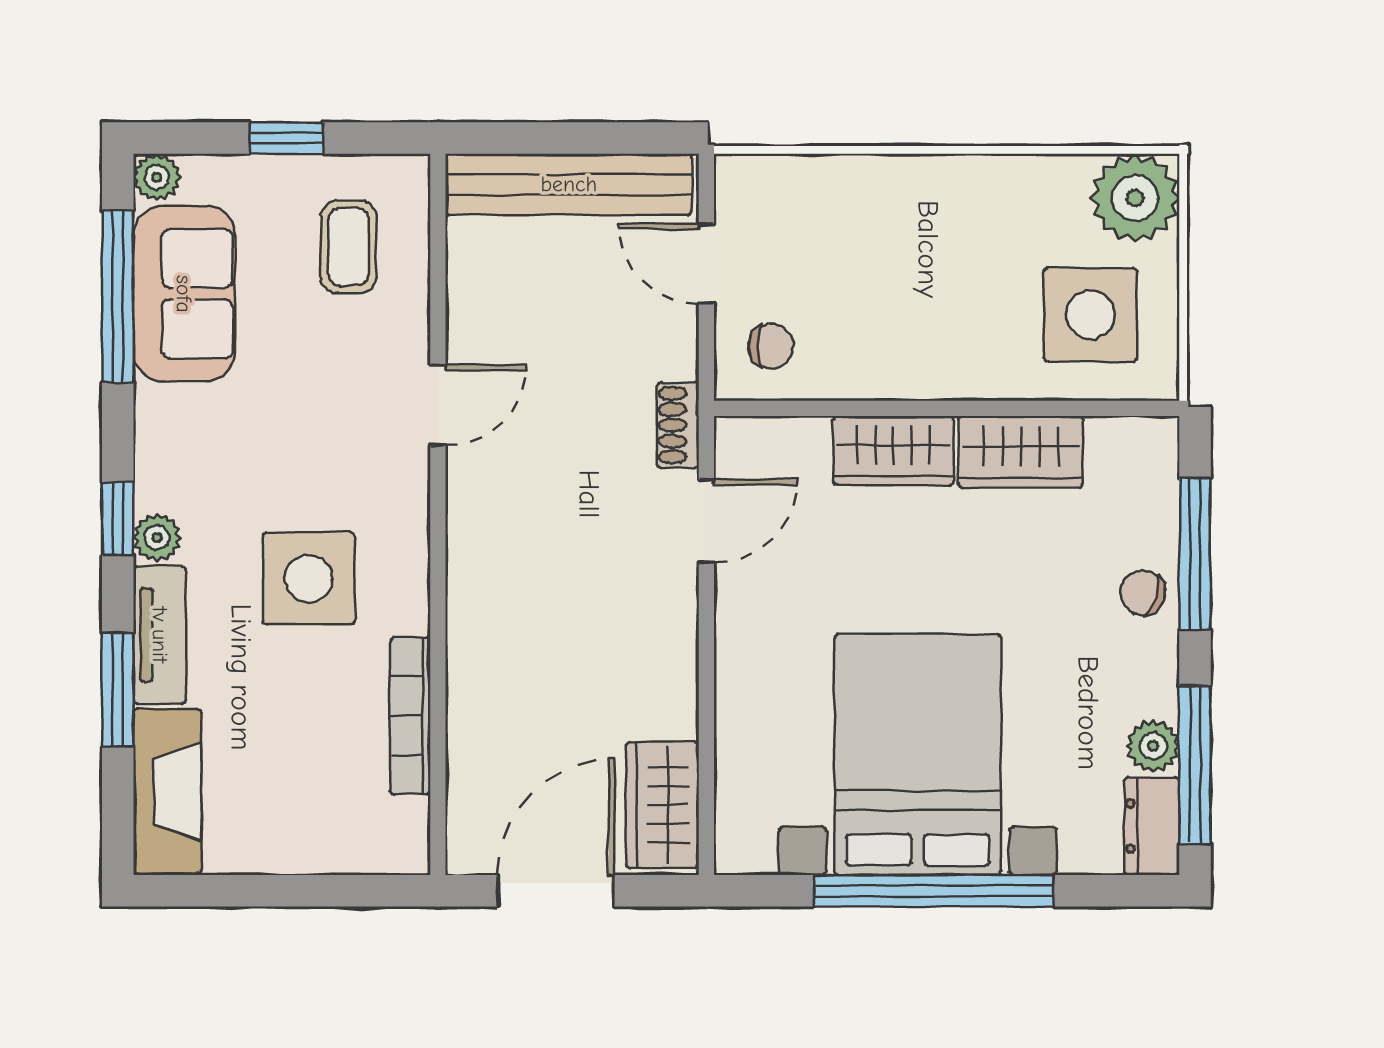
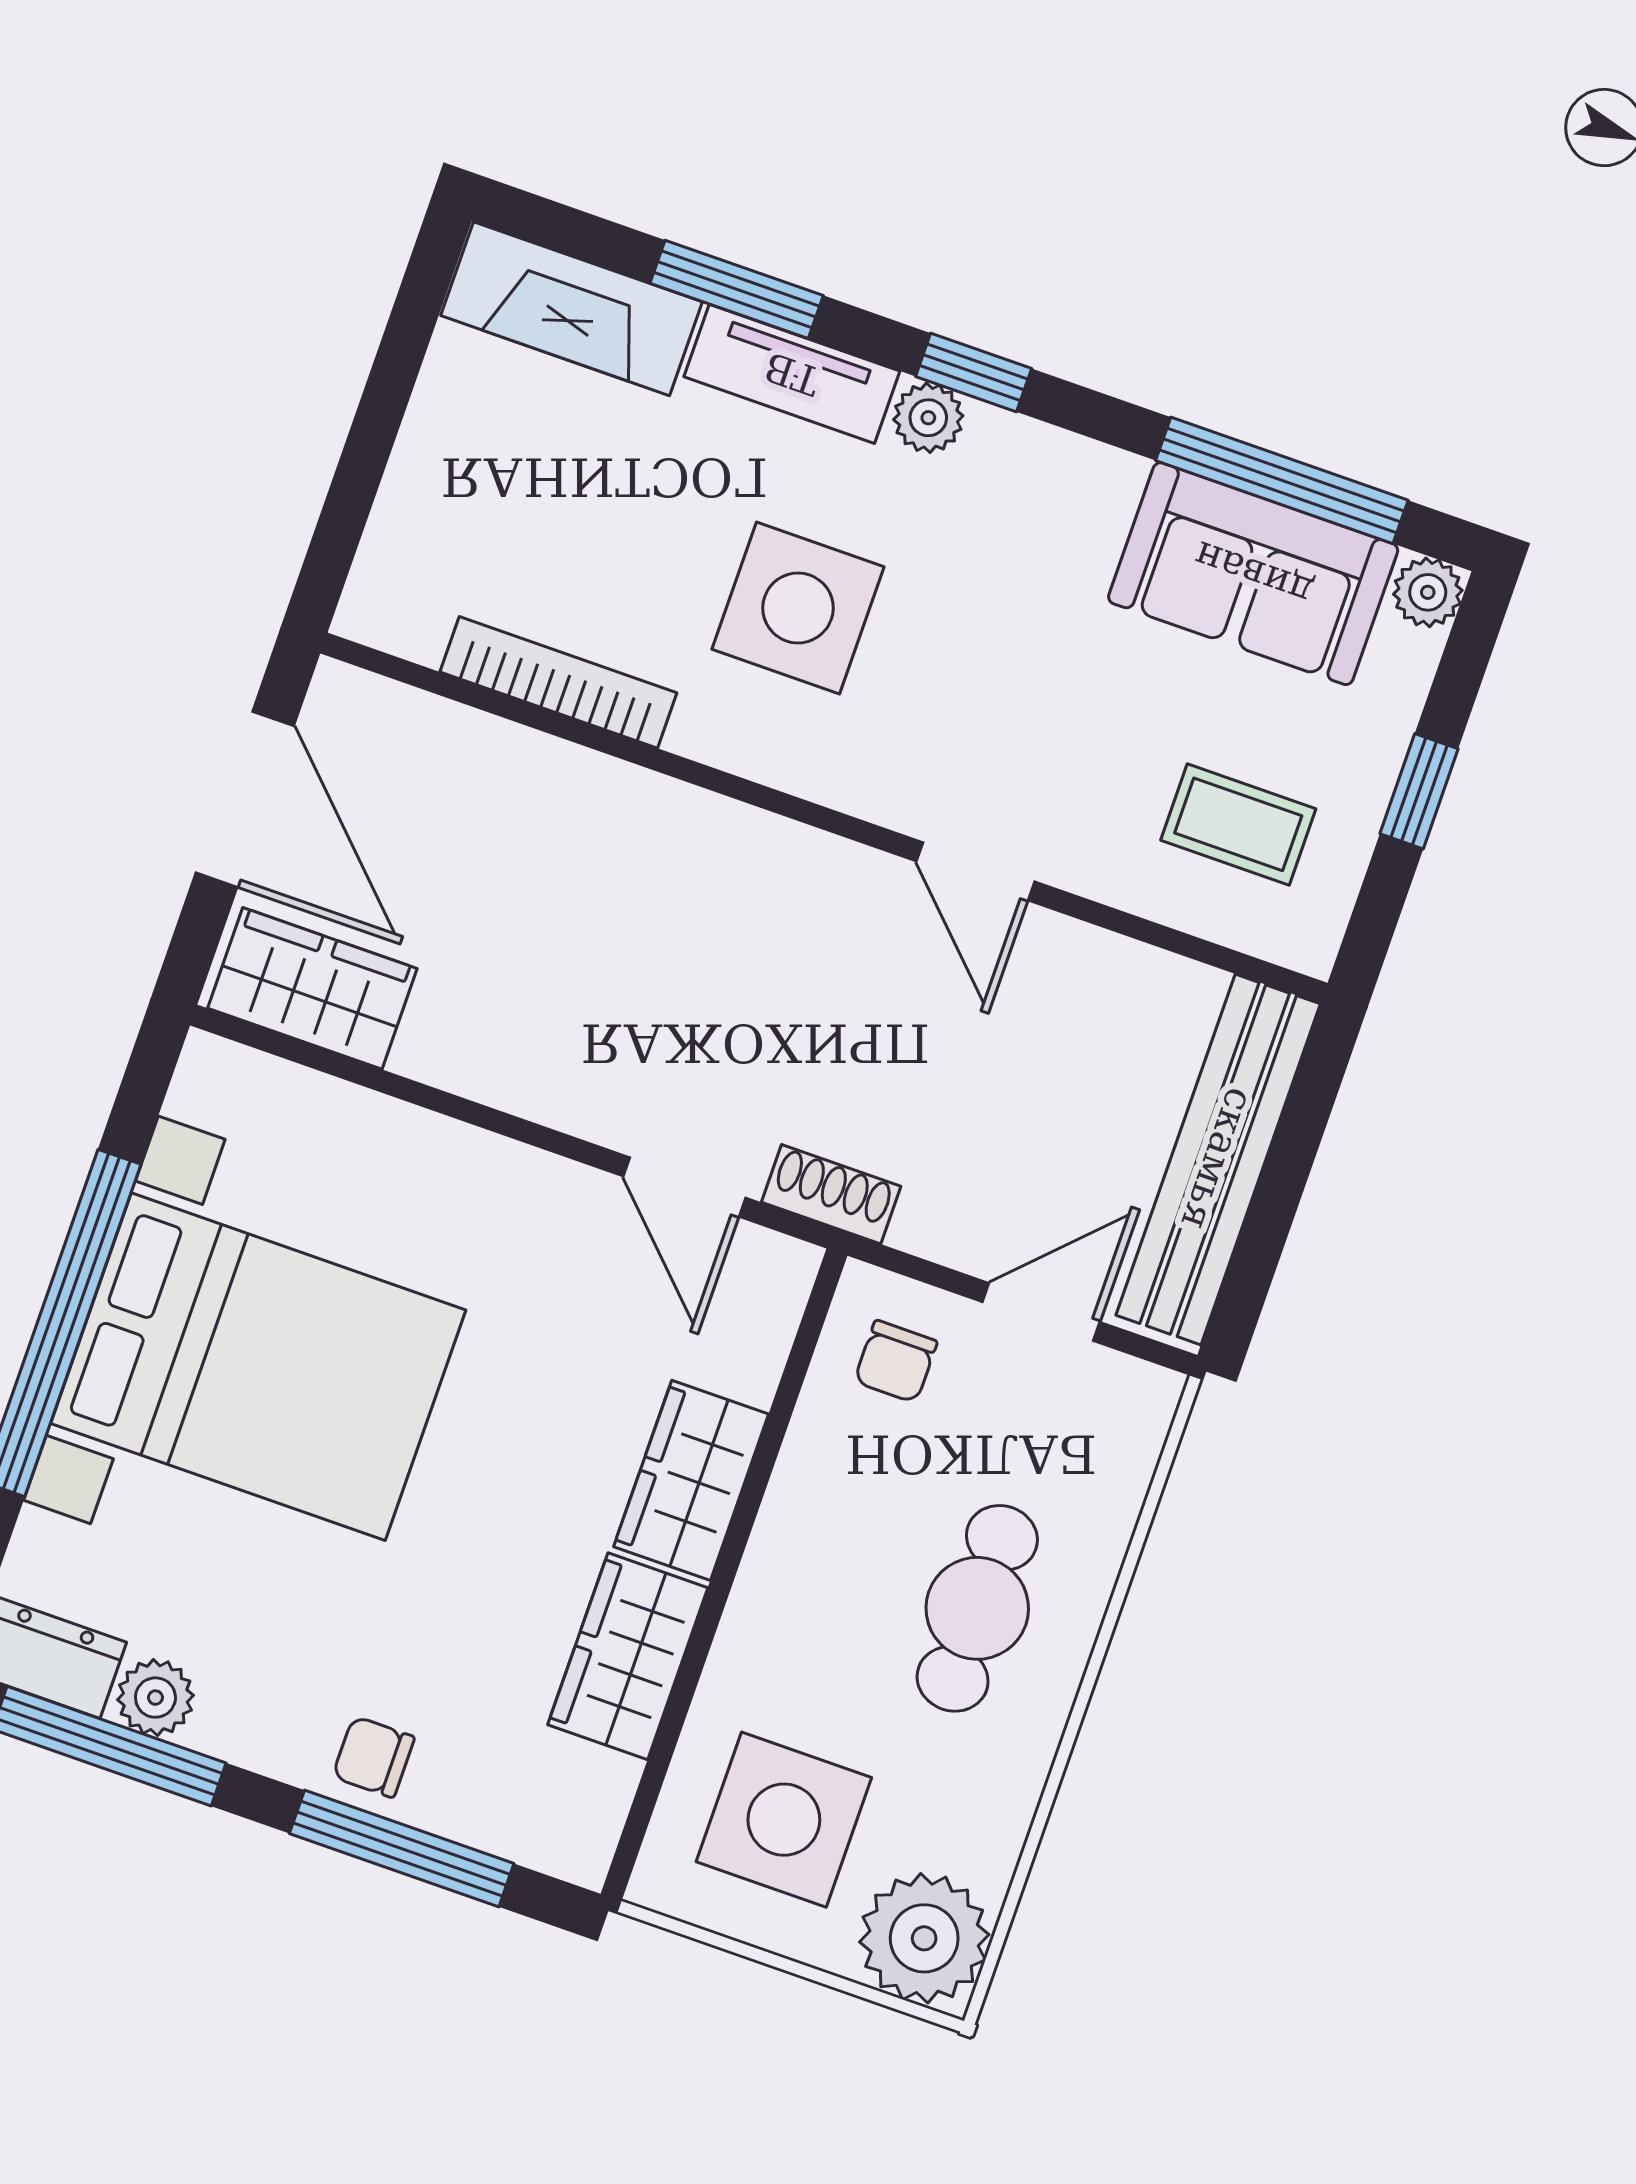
cafe table: (911, 238) -> (977, 1608), added
chair: (1143, 593) -> (373, 1757), turned -108

